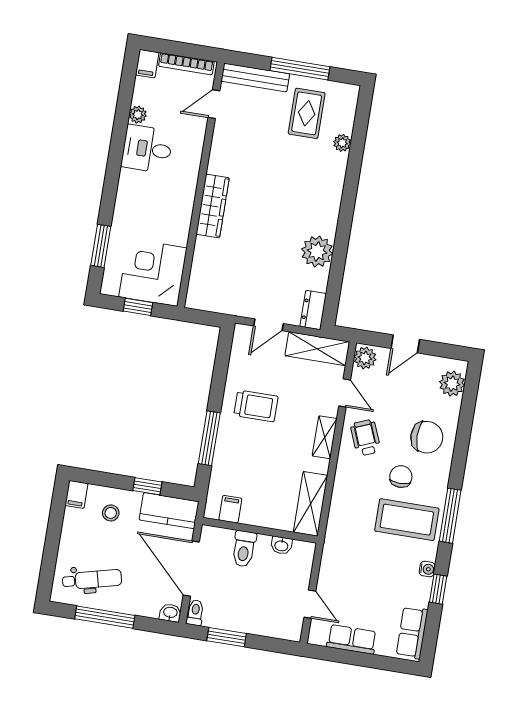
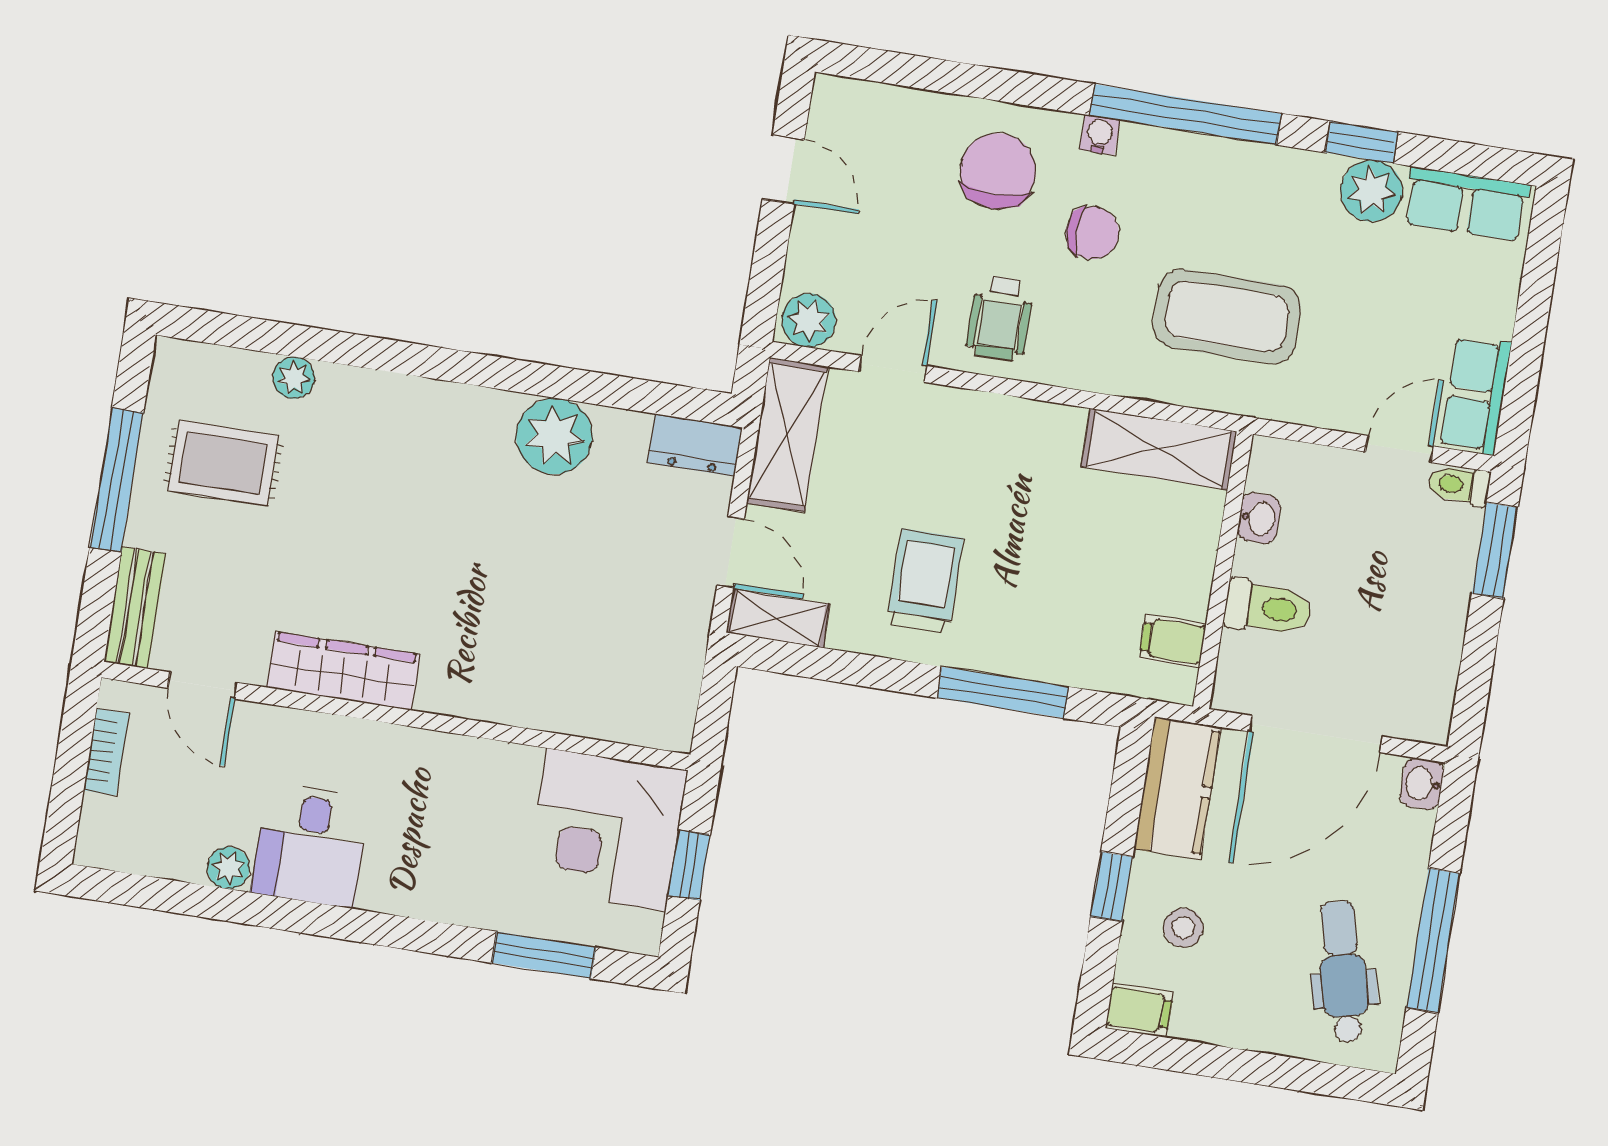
filing cabinet: (147, 64) -> (106, 846), removed
bookcase: (186, 64) -> (106, 752), width x0.64
bench: (255, 78) -> (135, 608), width x0.73
wardrobe: (213, 206) -> (343, 671), moved
door: (405, 344) -> (783, 169), moved
plant: (452, 384) -> (1371, 191), moved
shelving: (325, 437) -> (778, 618), moved
wheelchair: (366, 438) -> (1000, 318), turned -68
chair: (401, 477) -> (1092, 233), turned 180
window: (147, 486) -> (1112, 887), moved
window: (450, 516) -> (1186, 114), width x1.46
coffee table: (407, 520) -> (1227, 316), moved, turned 90
water cooler: (427, 569) -> (1100, 135), moved
toilet: (195, 613) -> (1459, 485), moved
window: (227, 637) -> (1495, 551), moved
row of seats: (352, 639) -> (1476, 395), moved

